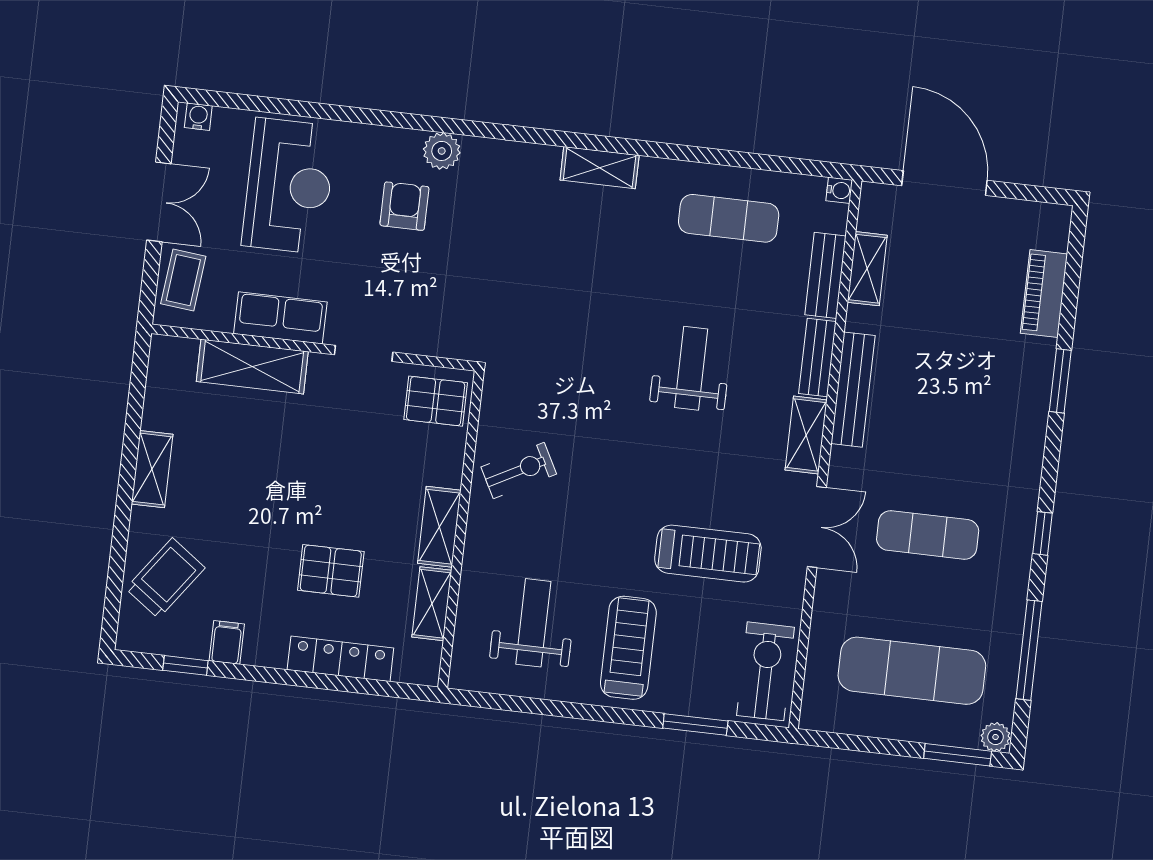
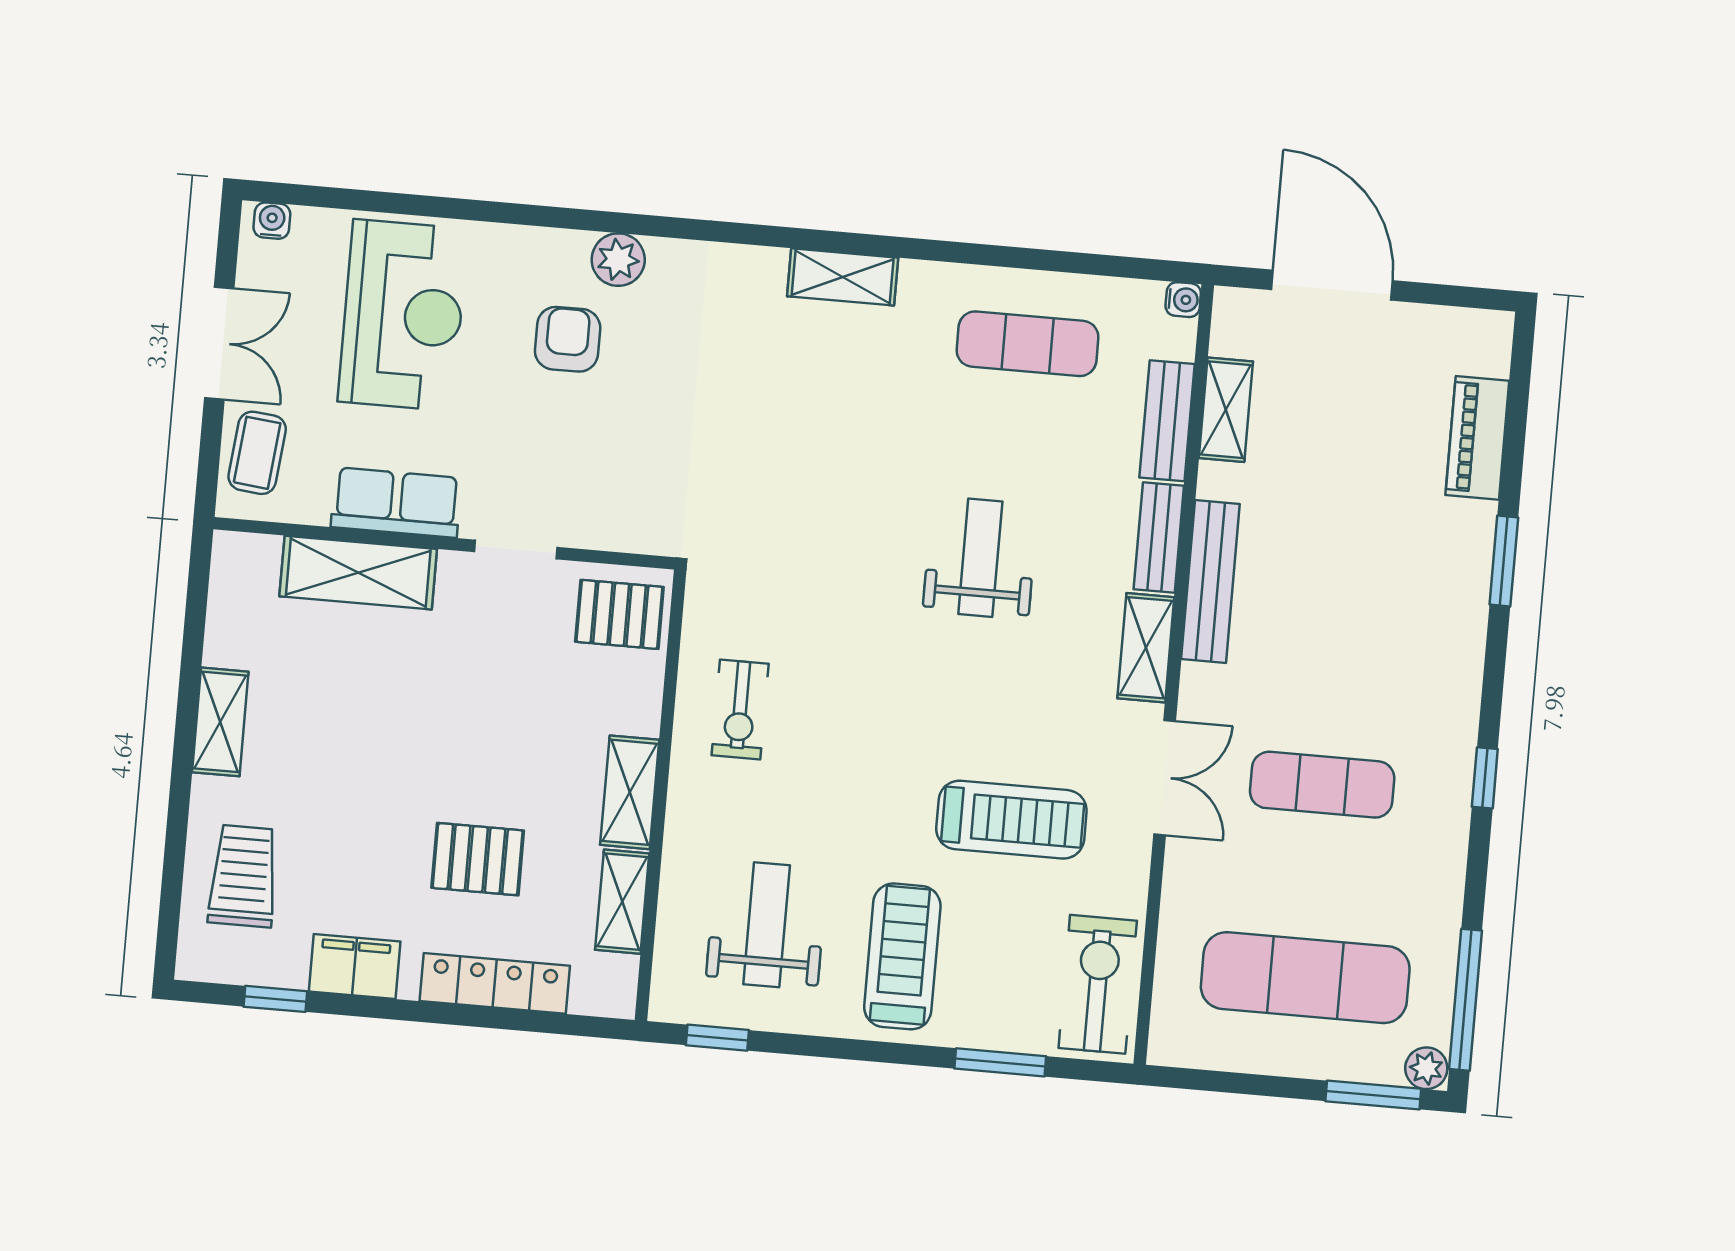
exercise bike: (519, 471) -> (740, 710), turned 118
trolley: (165, 578) -> (243, 876), turned -36
filing cabinet: (227, 642) -> (355, 966), width x2.00
window: (1029, 650) -> (1465, 1000), moved
window: (496, 701) -> (717, 1038), added

